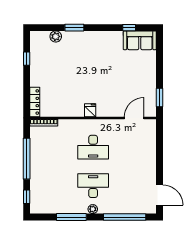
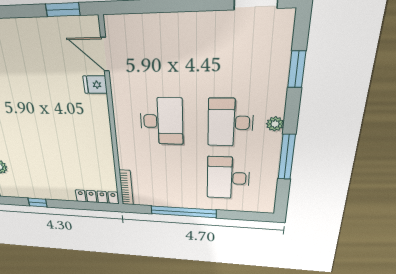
fridge: (90, 110) -> (95, 85), moved
desk: (55, 186) -> (228, 178), added
window: (27, 197) -> (245, 216), removed
window: (125, 217) -> (297, 69), width x0.47

